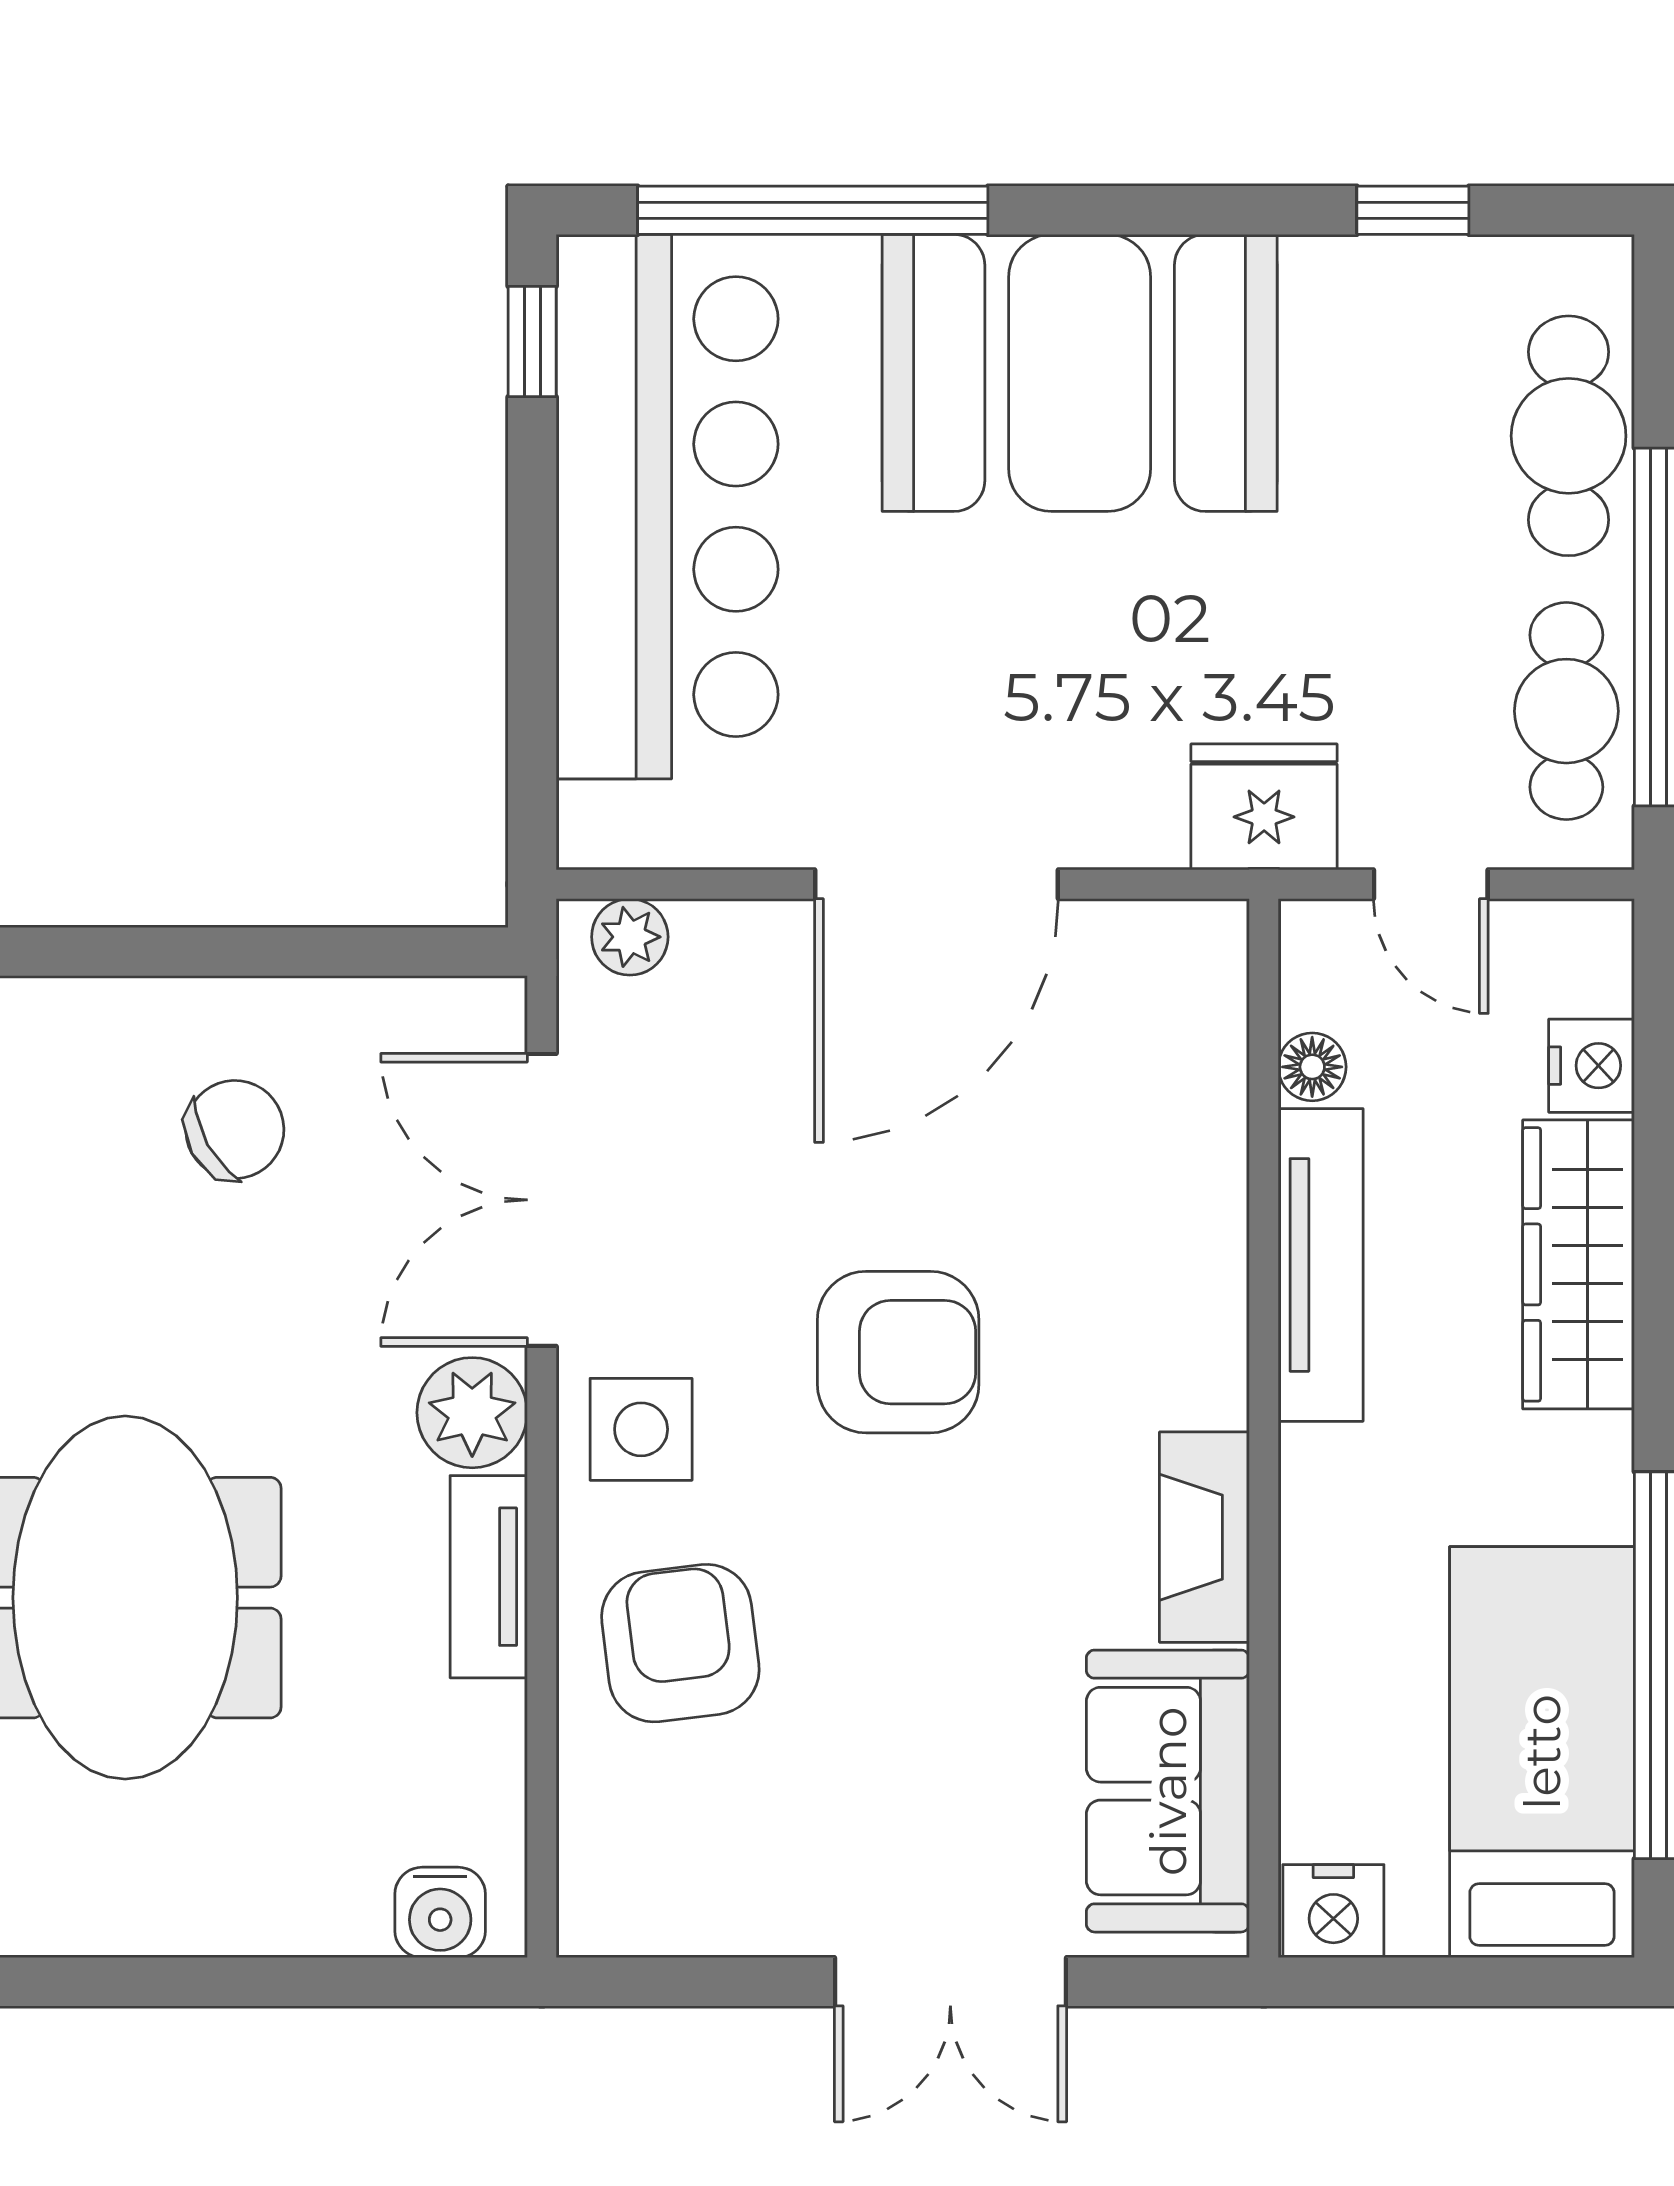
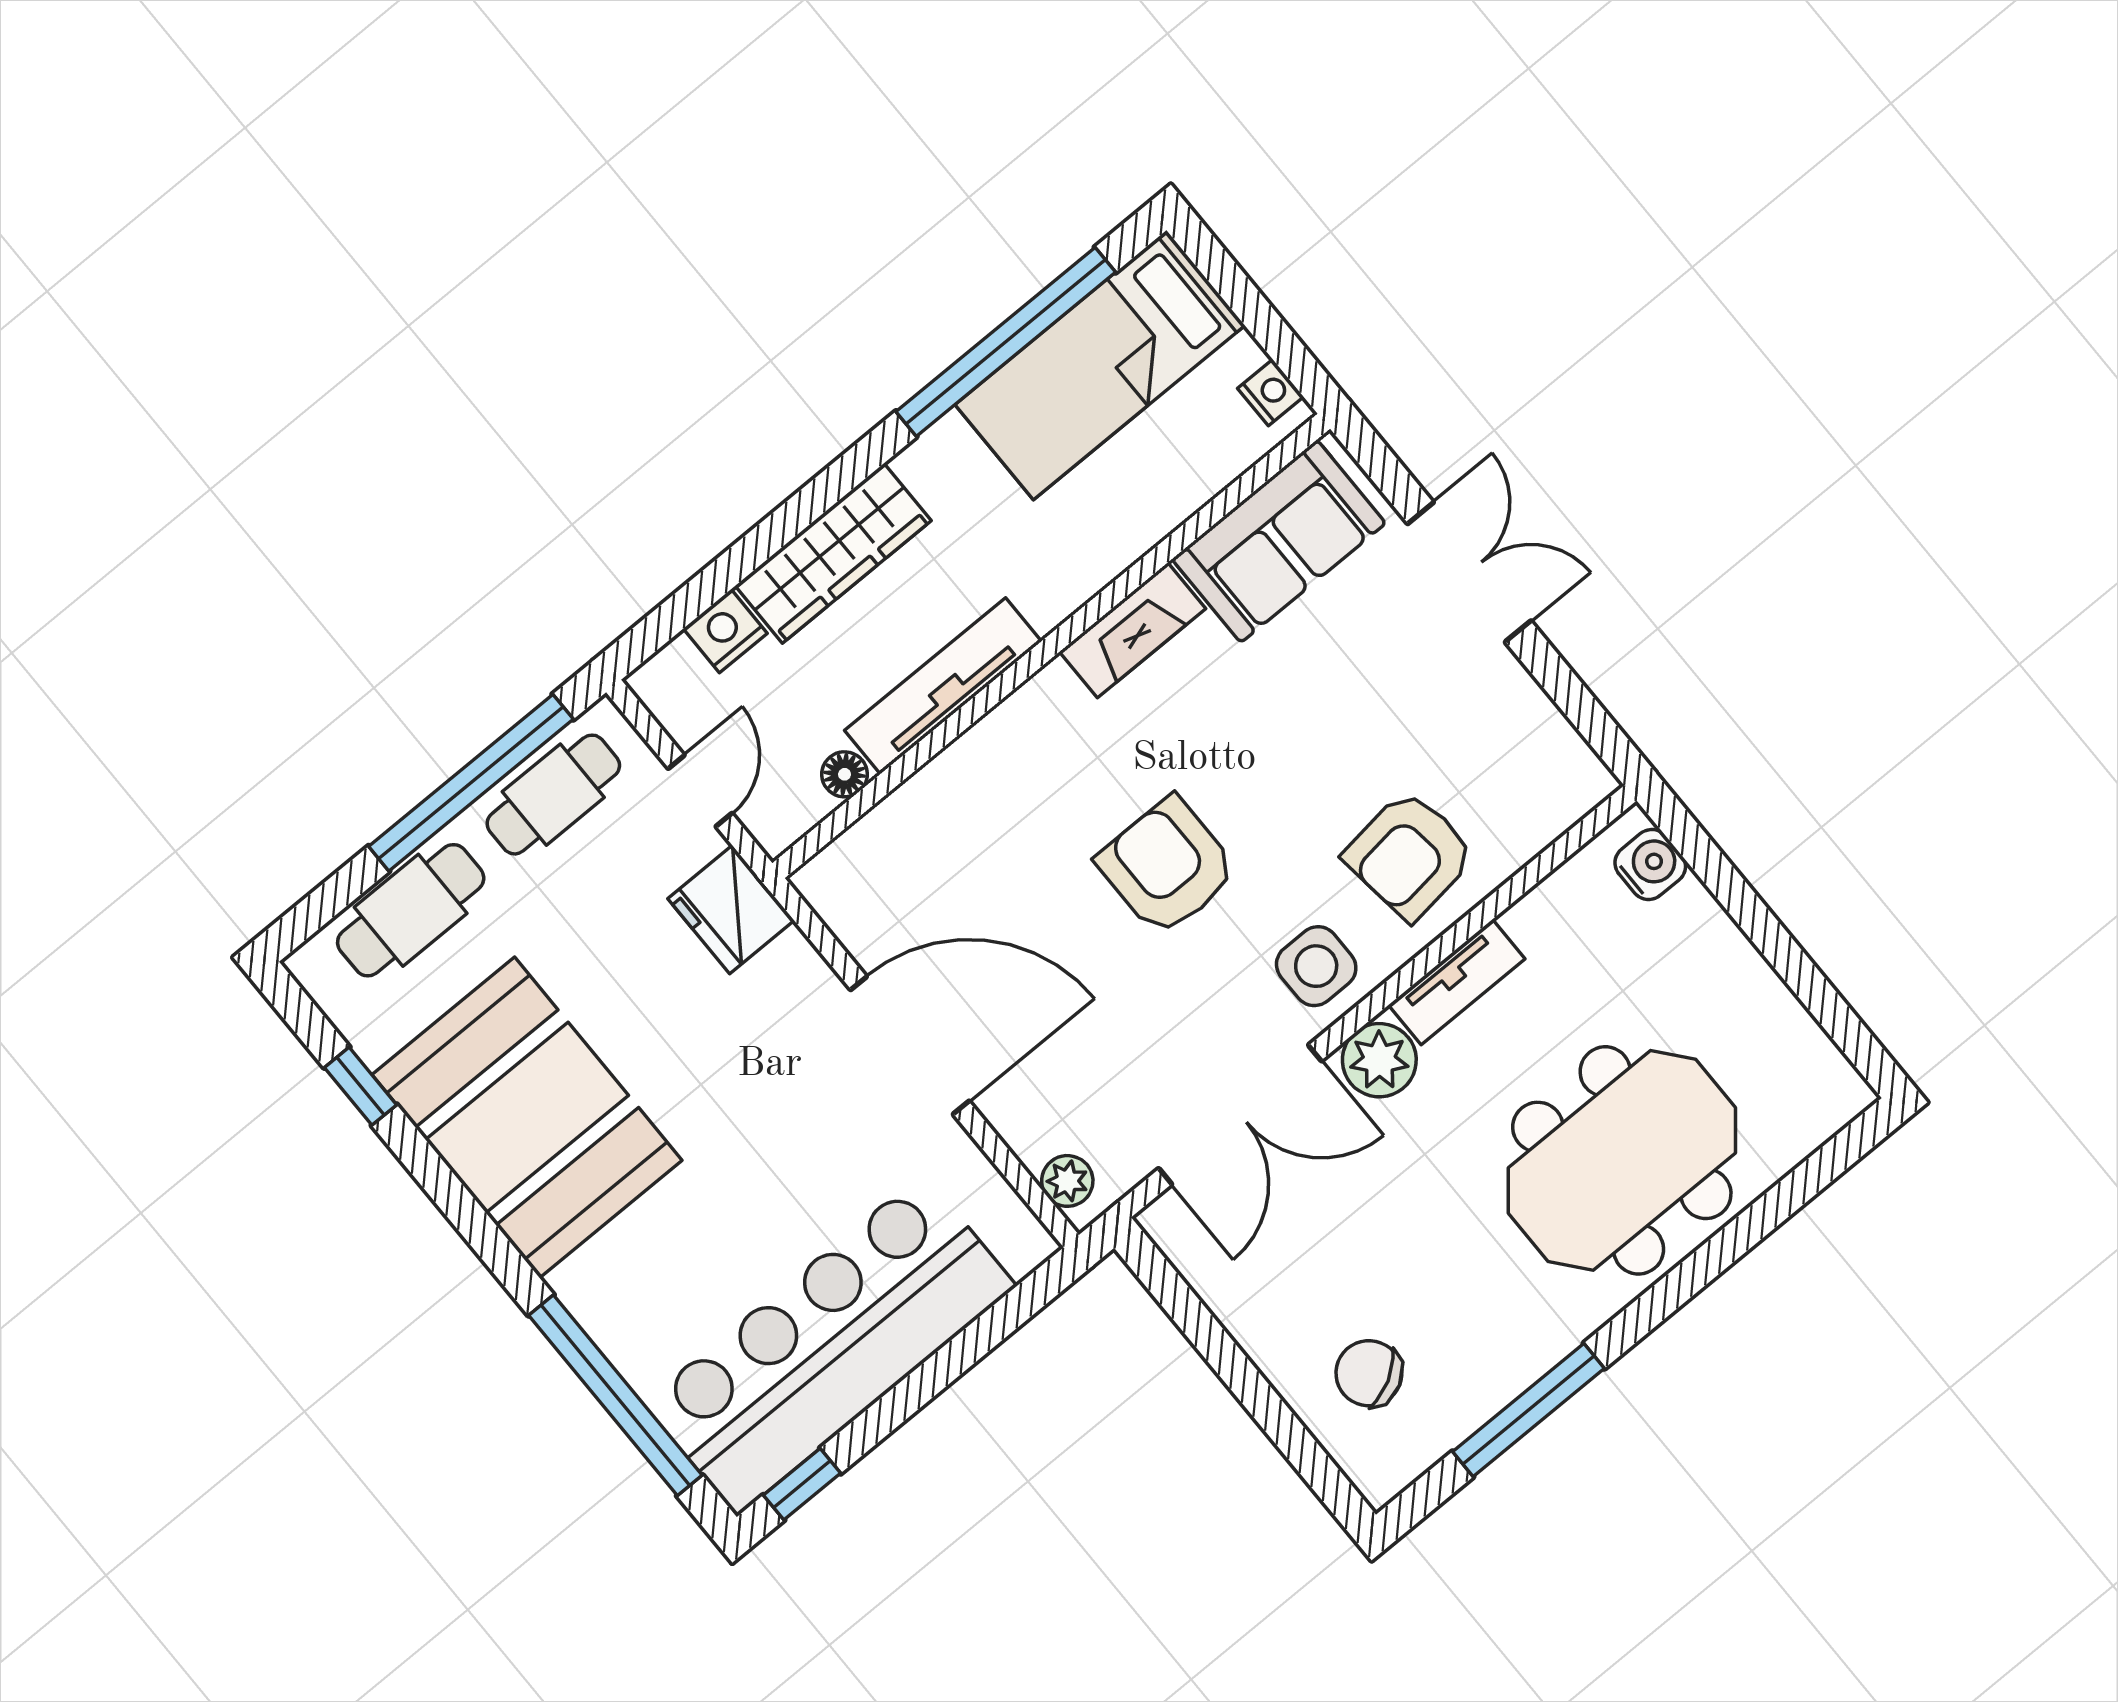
booth: (1080, 373) -> (527, 1117), moved
chair: (235, 1130) -> (1369, 1373), moved
nightstand: (1333, 1911) -> (1271, 393), width x0.72, depth x0.74

